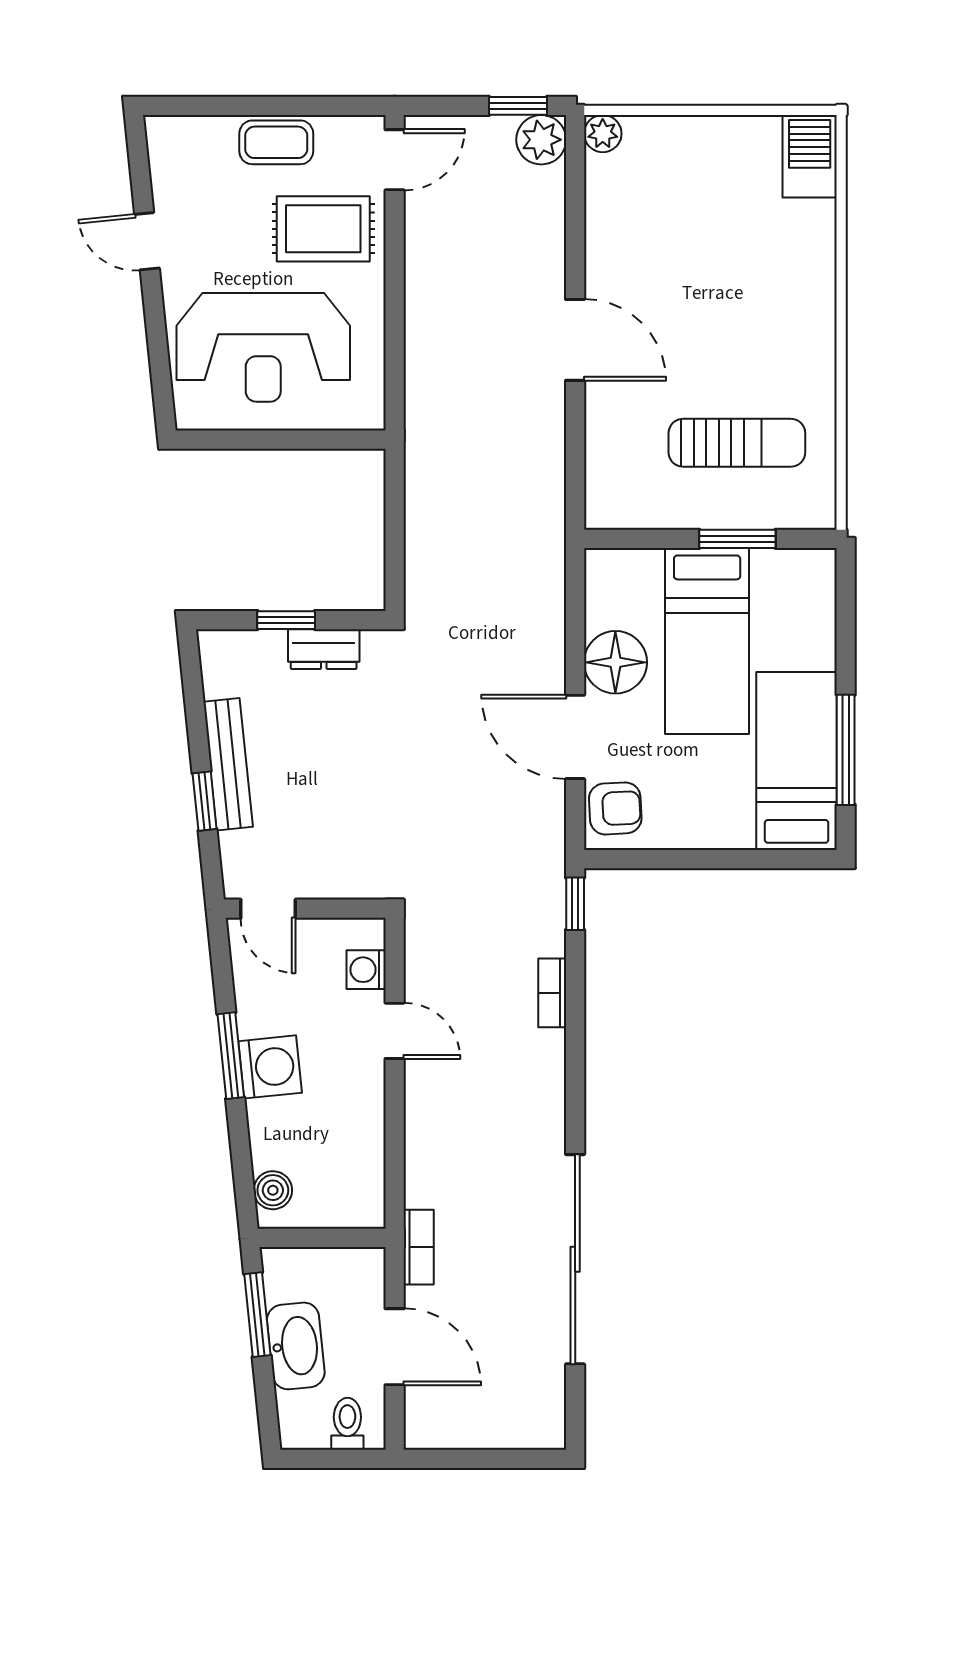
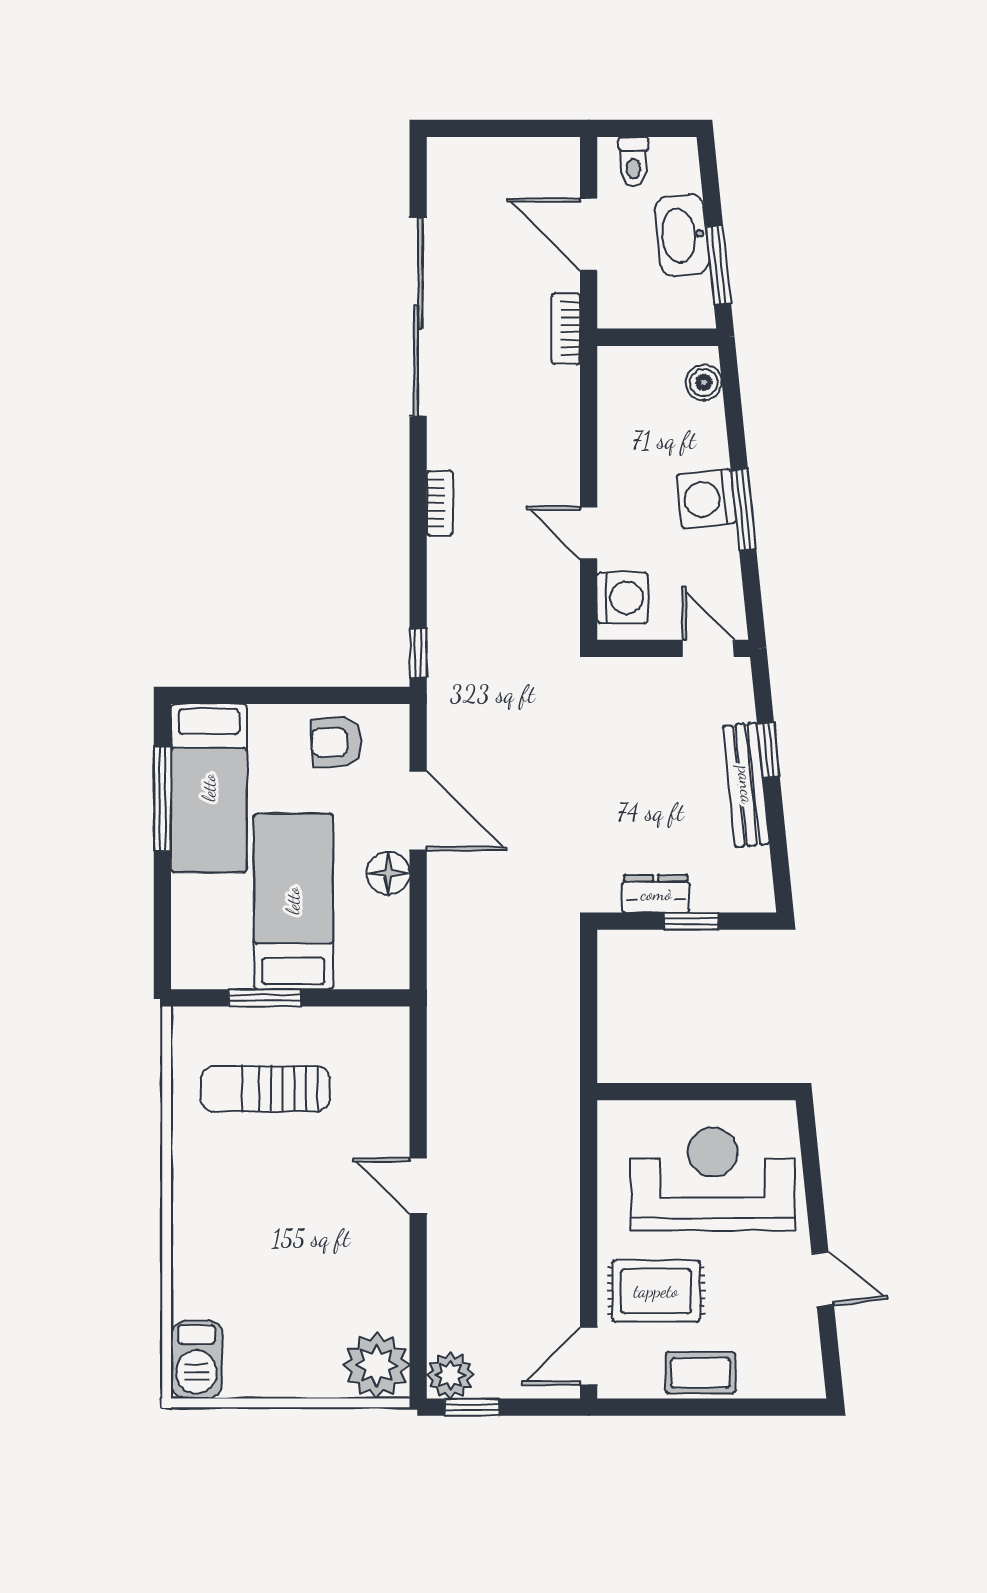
plant: (603, 134) -> (377, 1365), width x1.87, depth x1.87
door: (575, 340) -> (418, 1186), width x0.73
floor lamp: (615, 662) -> (388, 873), width x0.73, depth x0.73
armchair: (615, 808) -> (336, 742), moved
washing machine: (366, 970) -> (623, 598), width x1.38, depth x1.38
bookcase: (552, 993) -> (440, 503), moved

